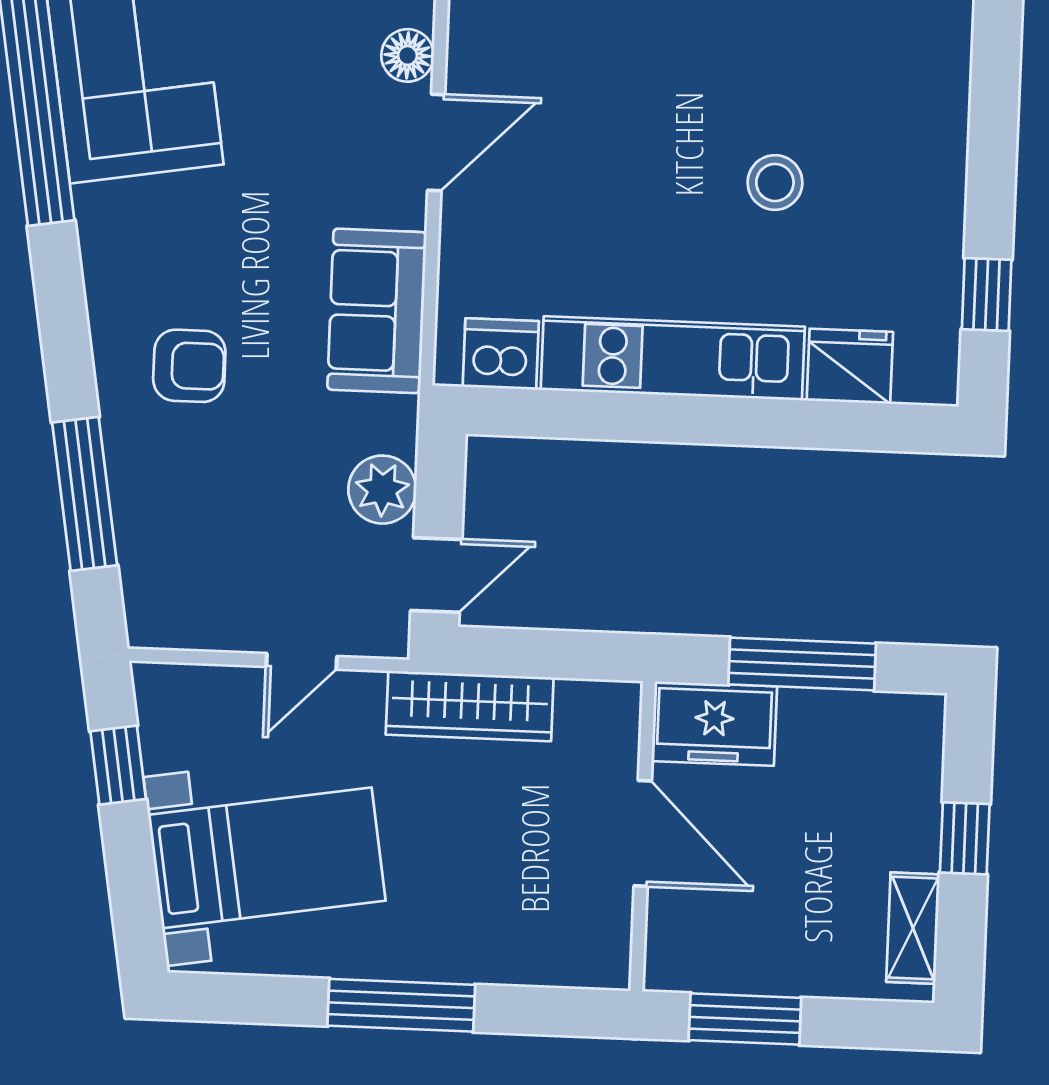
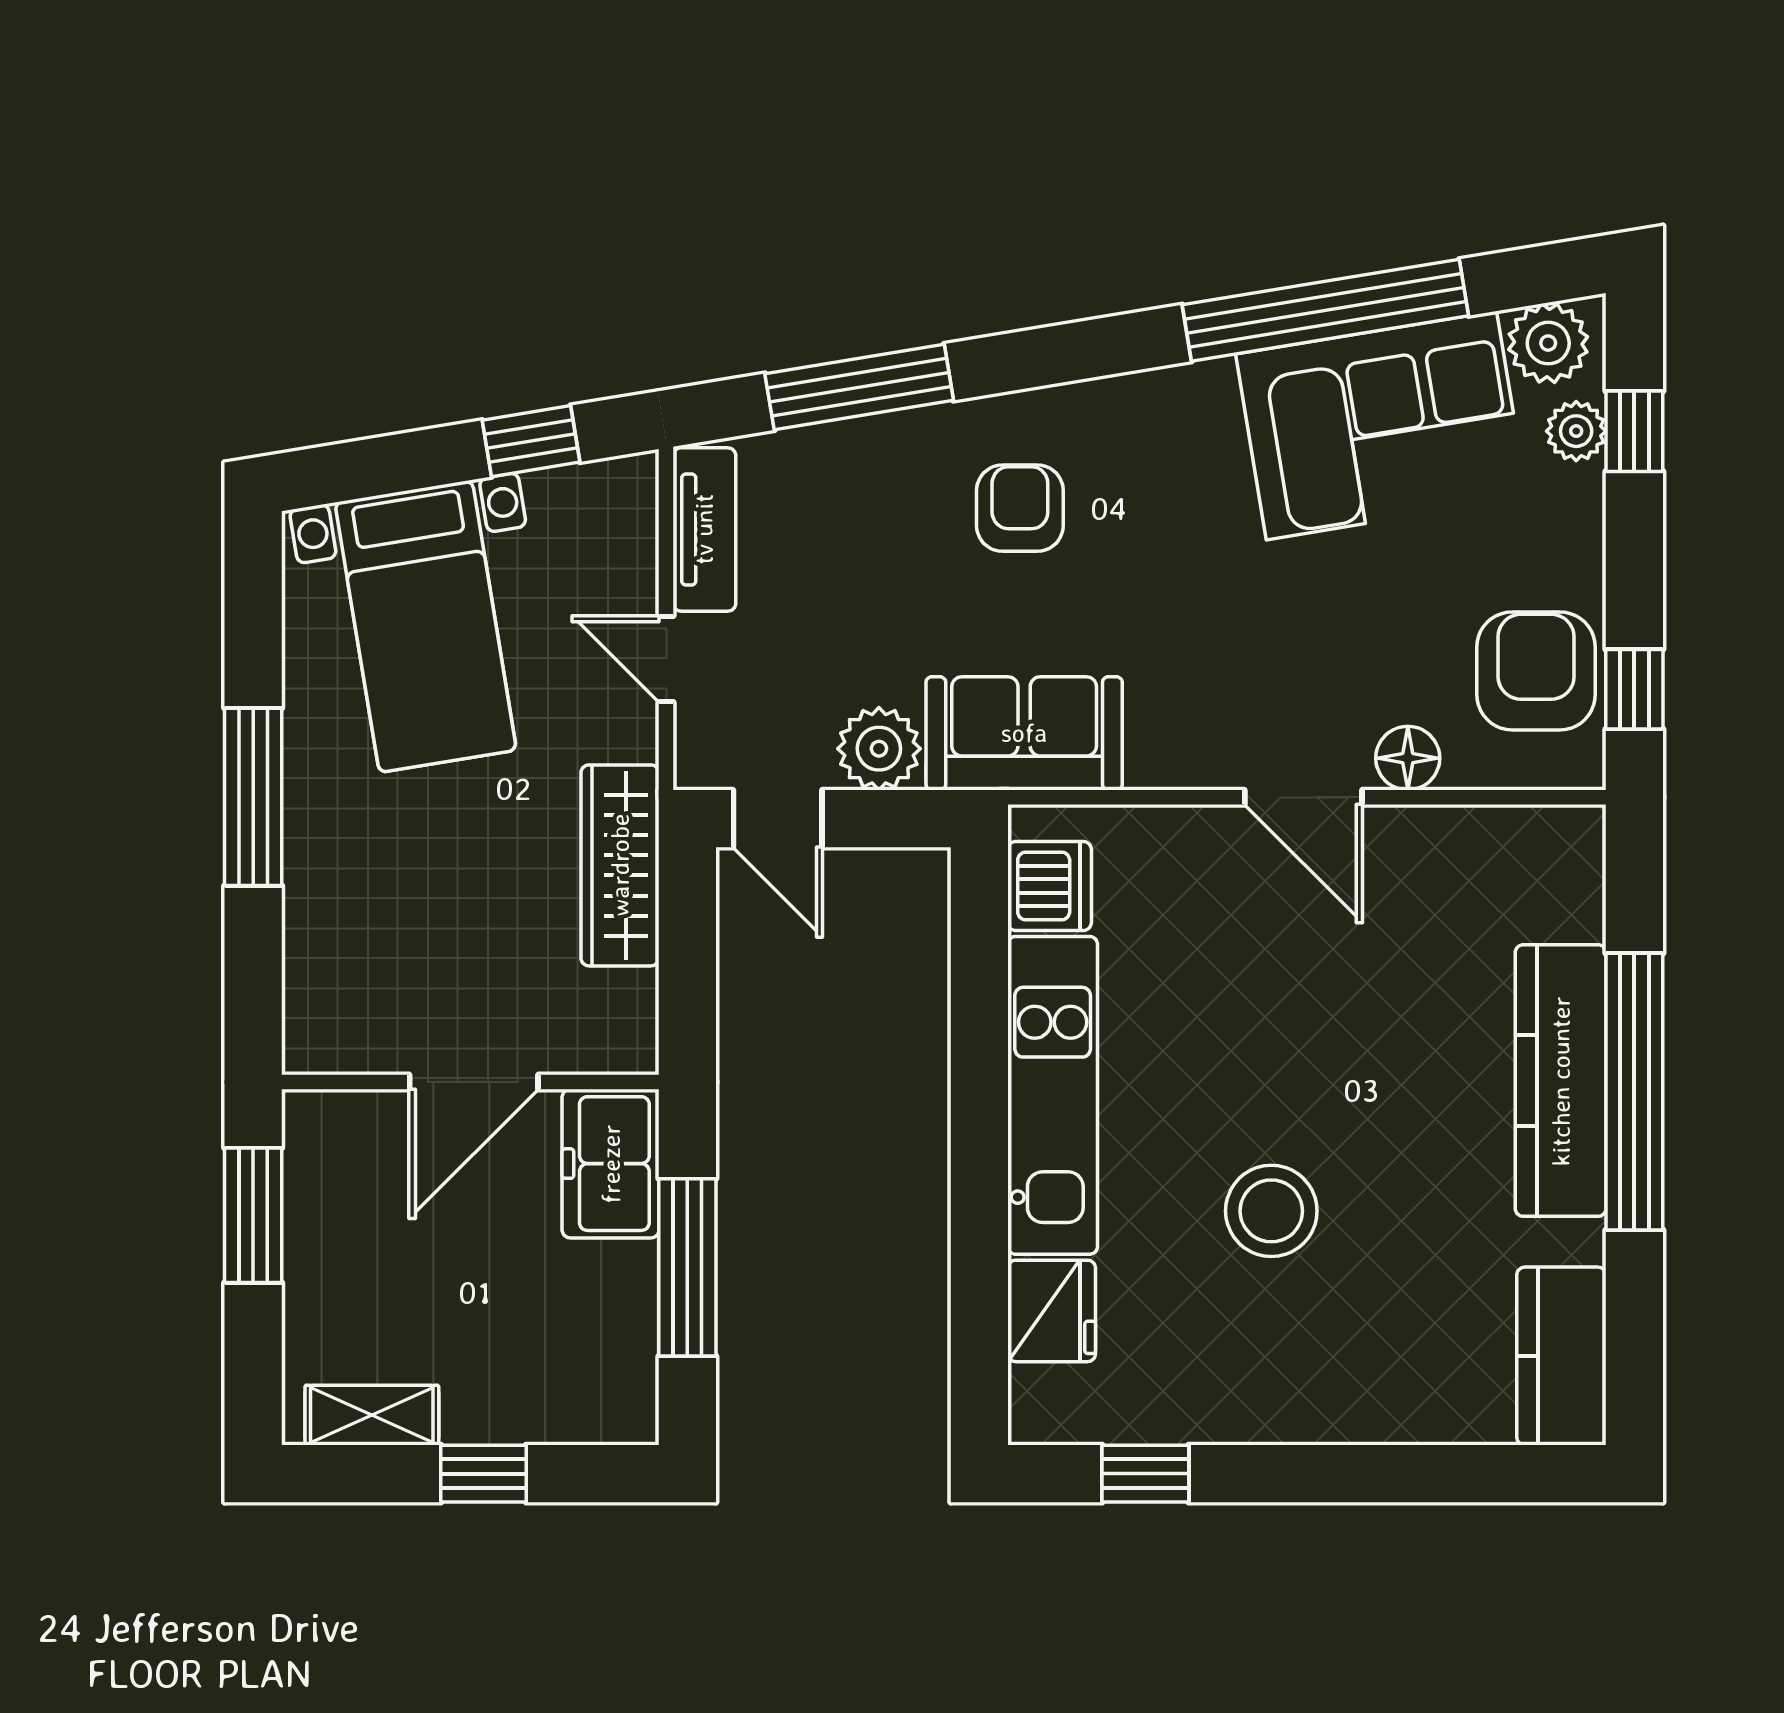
stool: (775, 182) -> (1271, 1211), width x1.38, depth x1.38
sofa: (377, 311) -> (1024, 733), moved
armchair: (189, 366) -> (1020, 508), turned 180
tv unit: (197, 626) -> (704, 529), added

